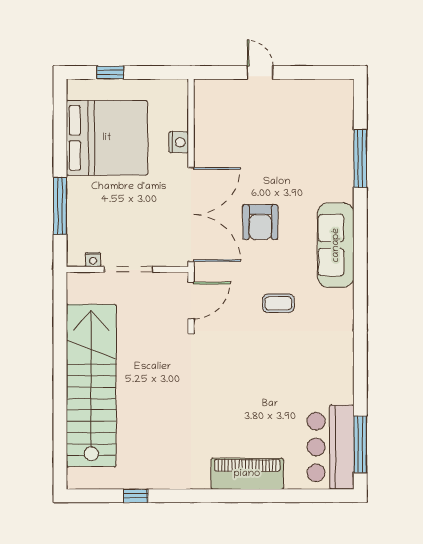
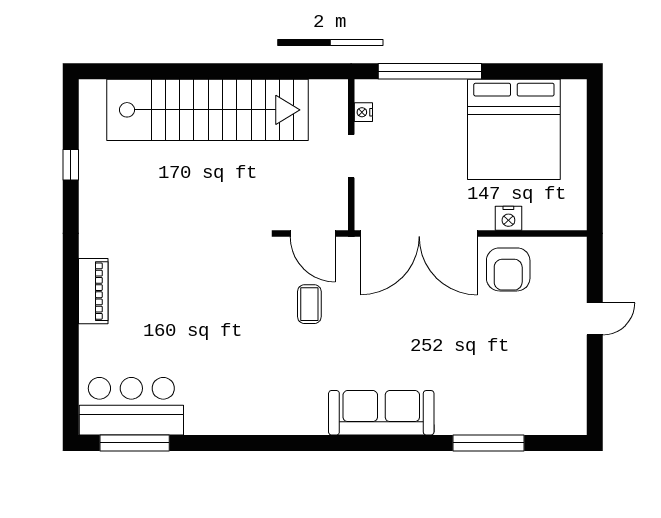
window: (110, 72) -> (595, 134), removed
window: (60, 206) -> (430, 71), width x1.46
armchair: (260, 222) -> (508, 269), moved, turned -90
doorway: (129, 269) -> (351, 156), width x0.73
coffee table: (278, 303) -> (309, 304), moved
piano: (247, 474) -> (93, 291), width x0.73, depth x0.75

